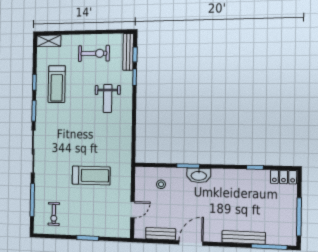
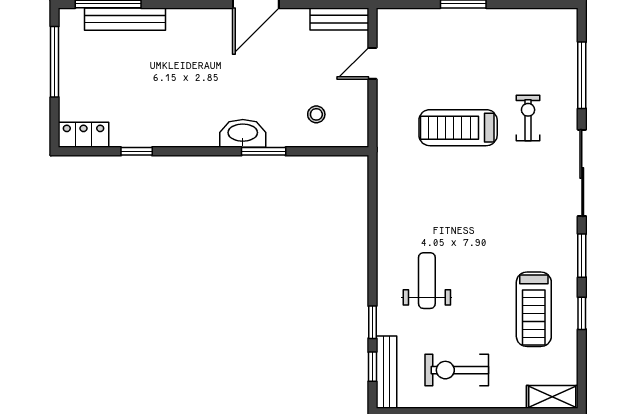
treadmill: (57, 84) -> (534, 309), turned 180
exercise bike: (54, 214) -> (528, 118), moved
bench: (161, 234) -> (339, 19), moved
bench: (244, 237) -> (125, 19), moved

